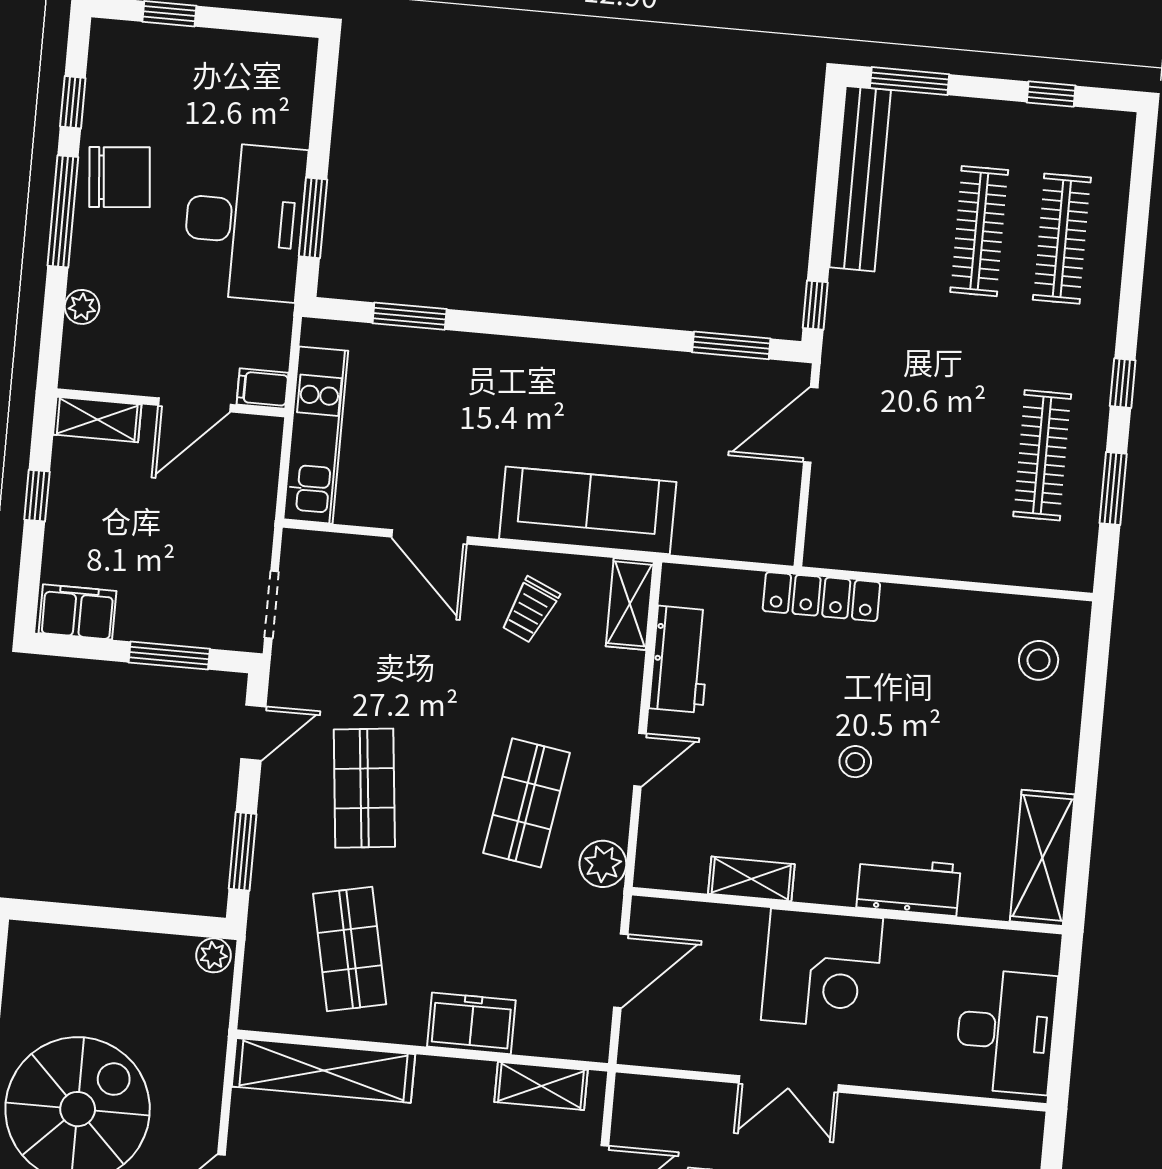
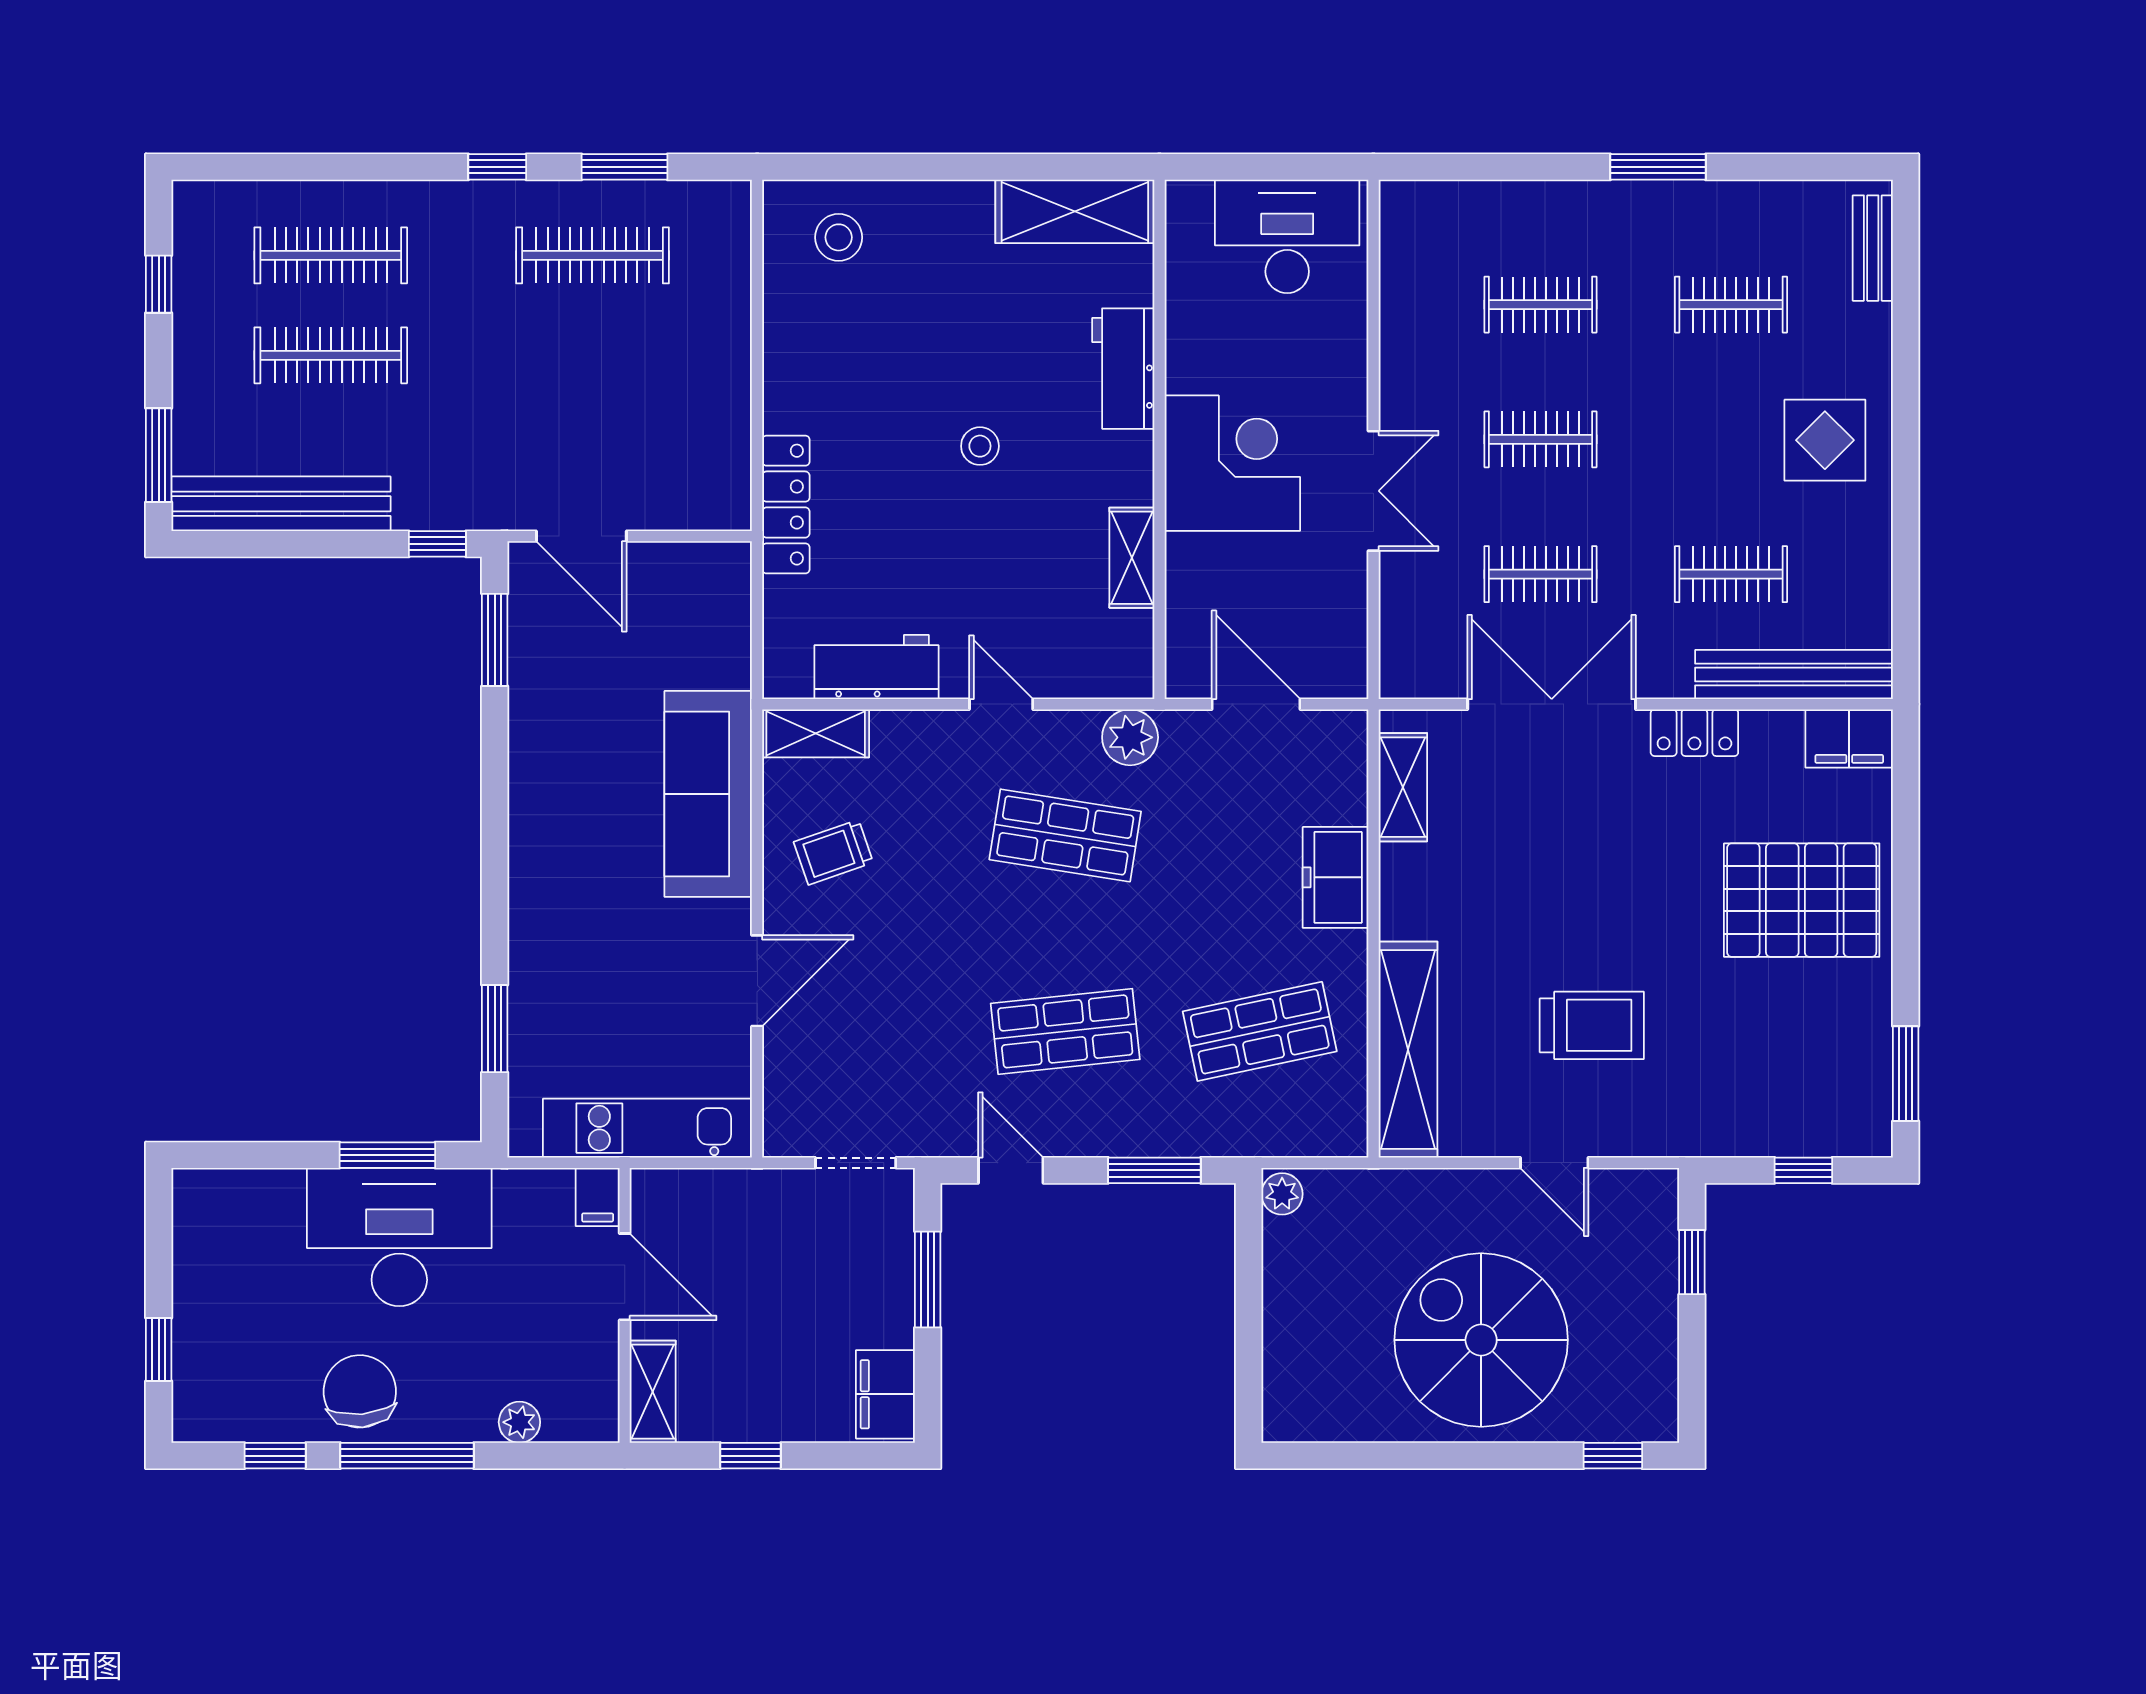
trolley: (530, 610) -> (833, 852), turned 137

